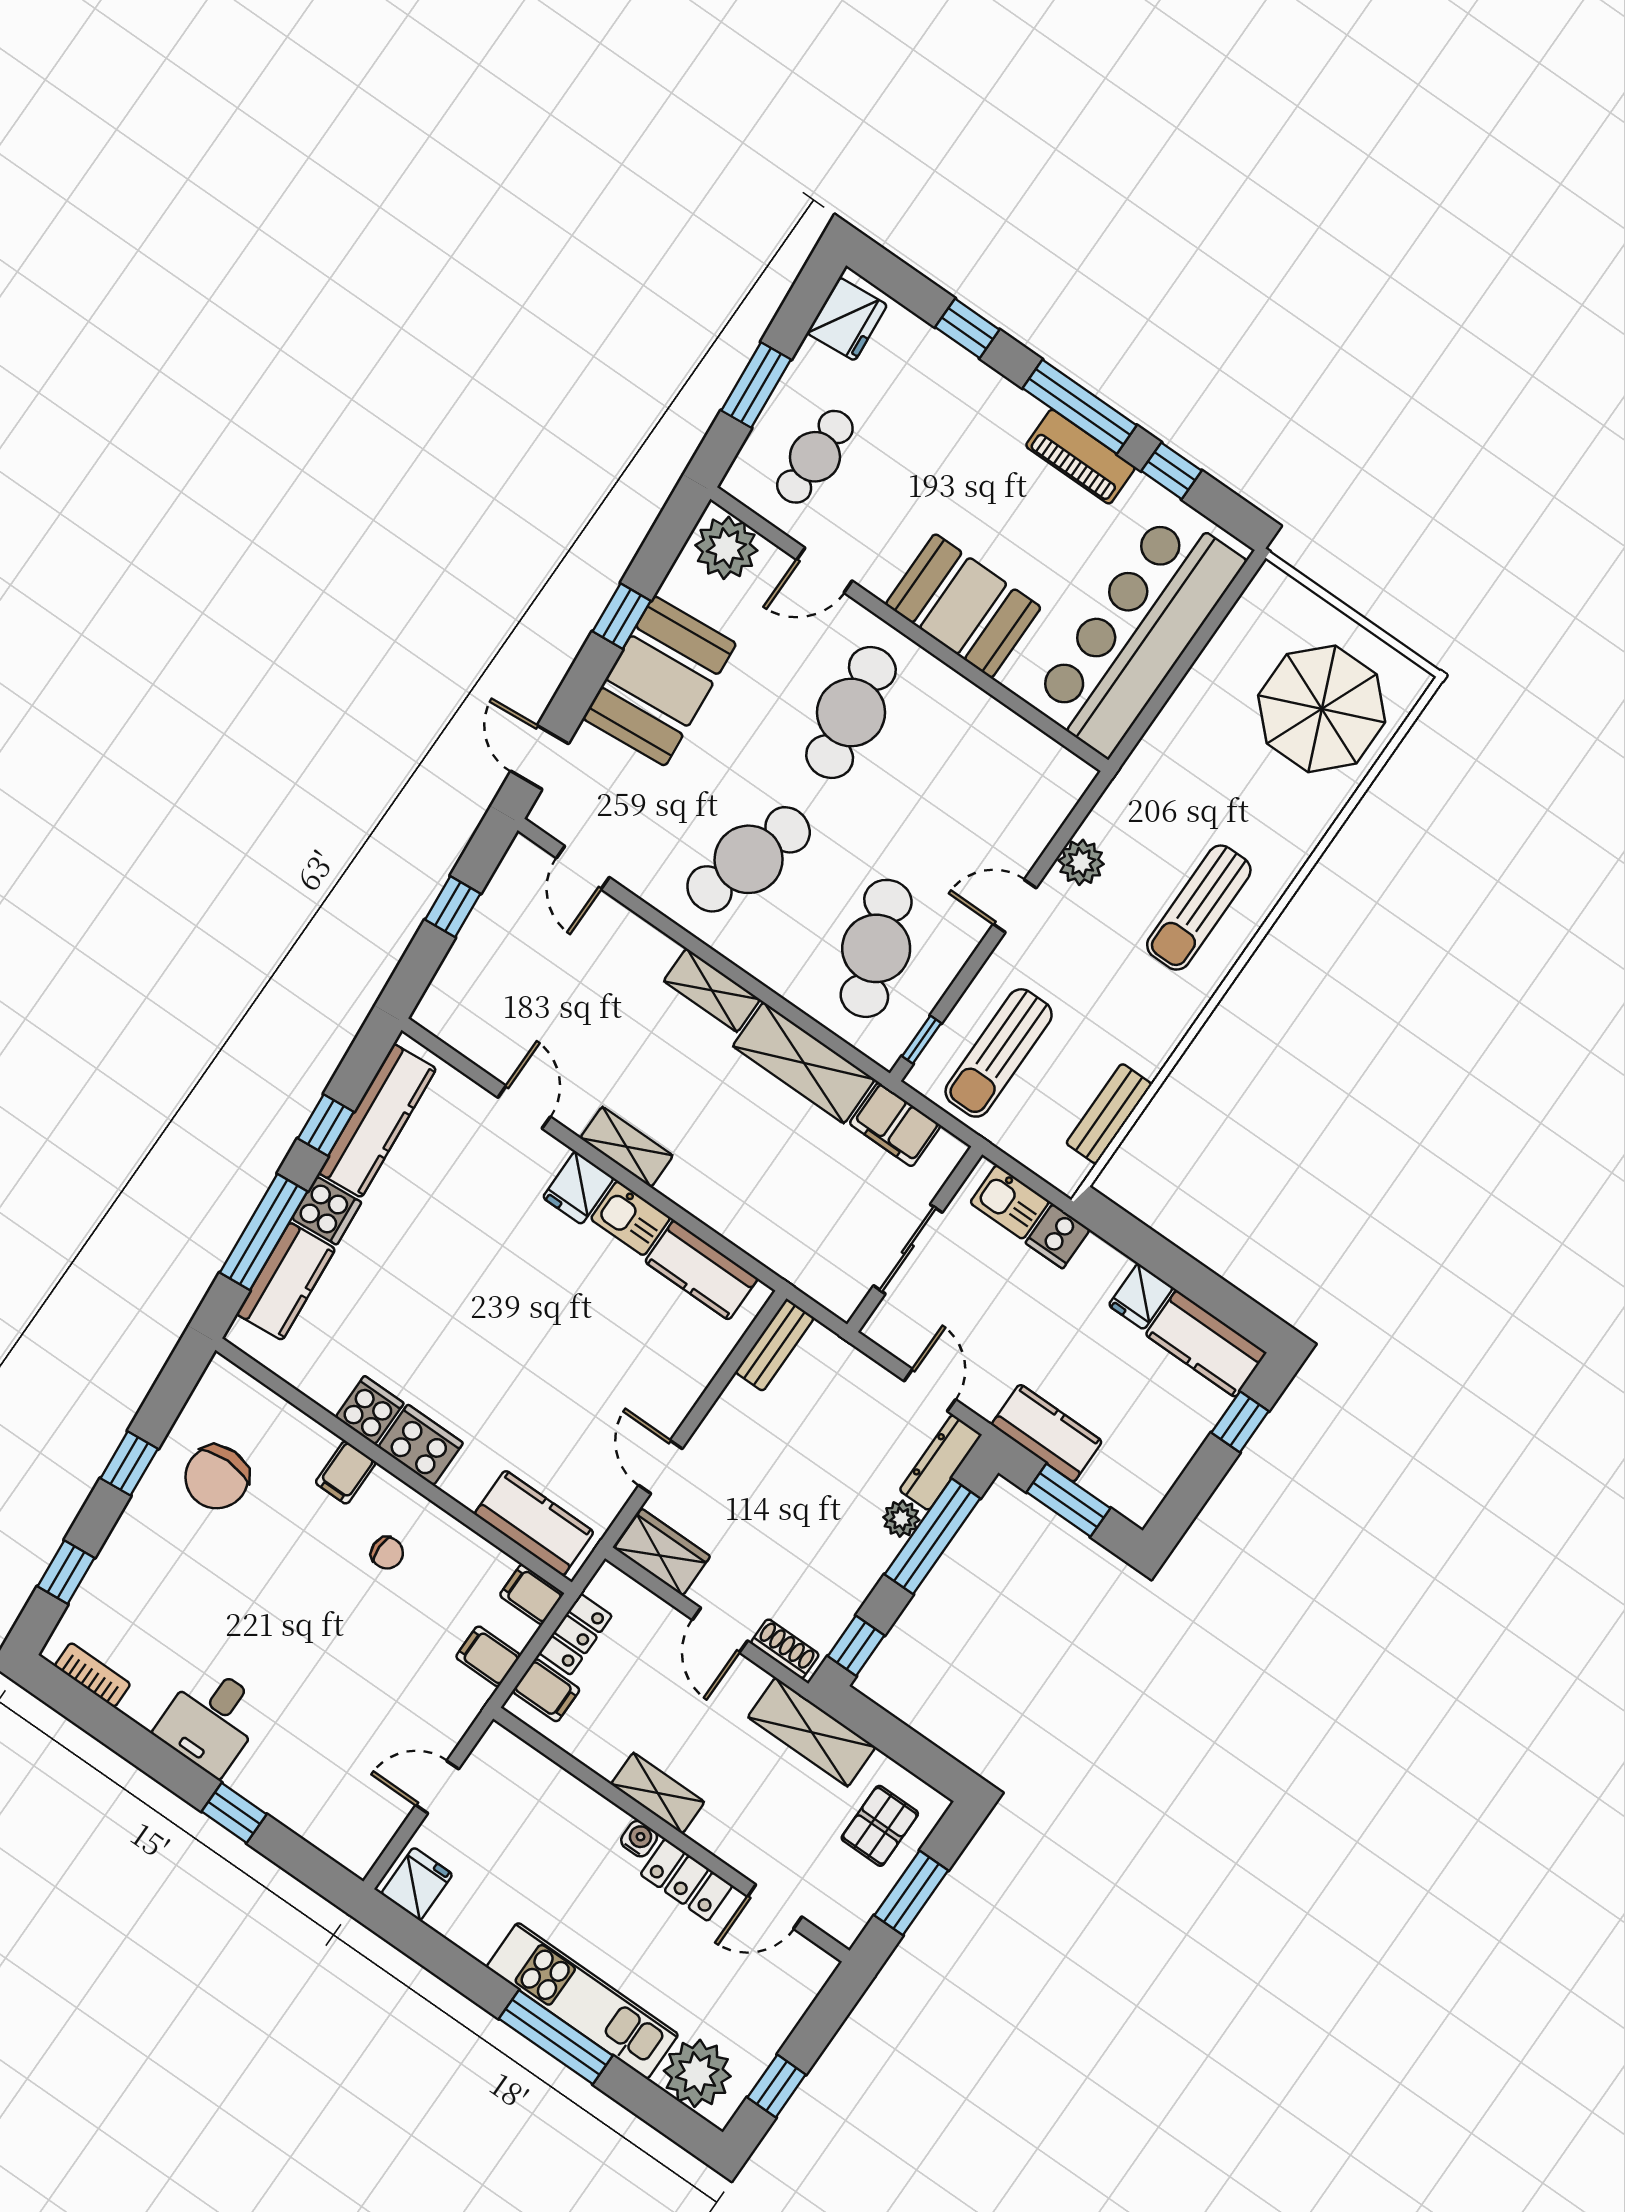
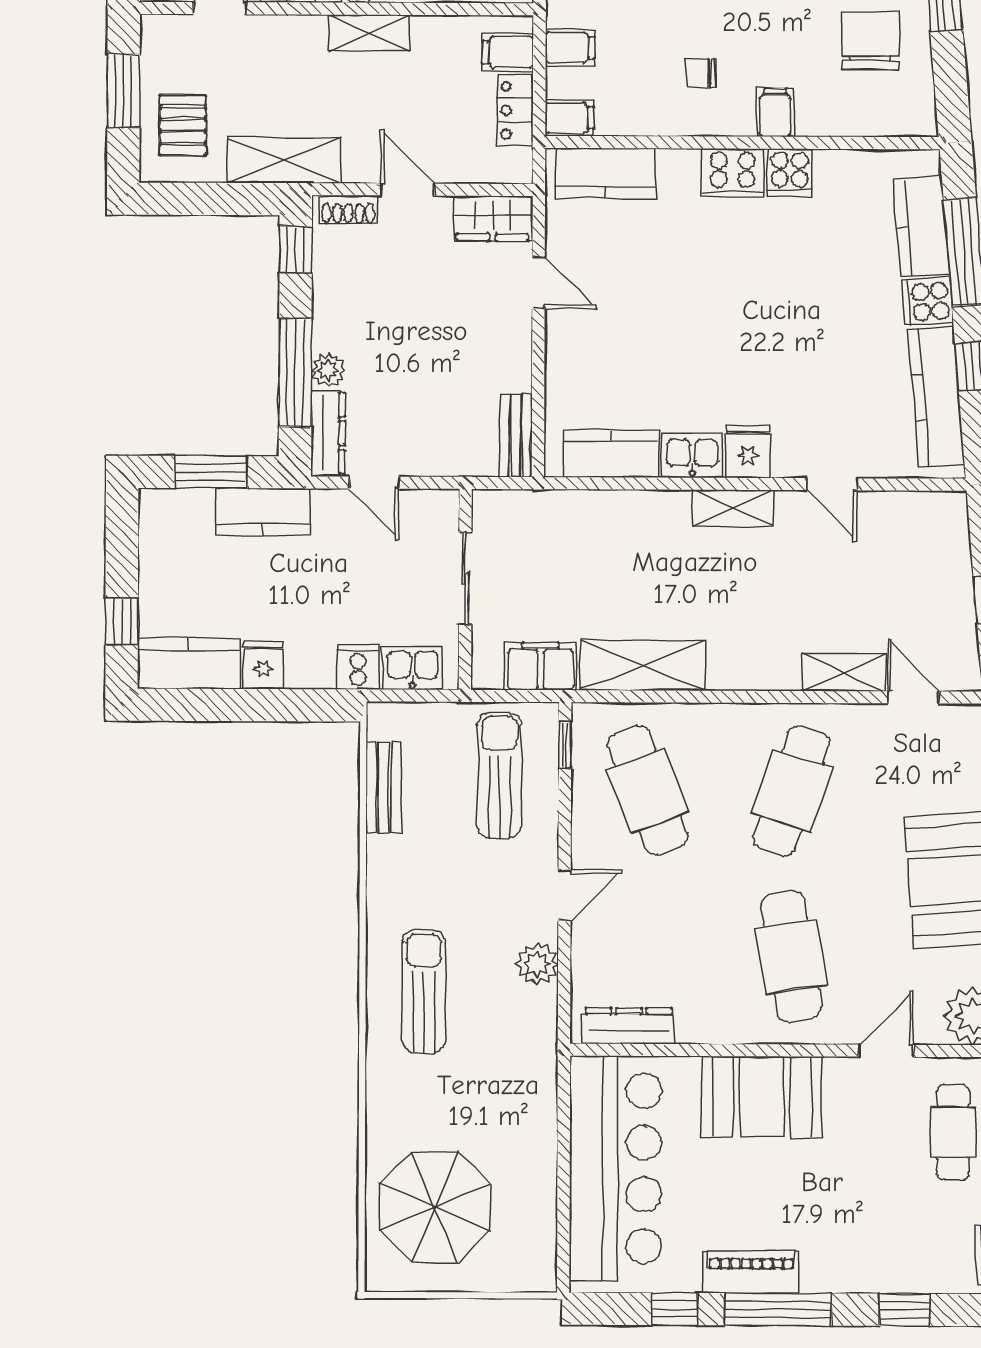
dresser: (1038, 751) -> (629, 1026), added
shelving: (712, 990) -> (844, 672), moved

